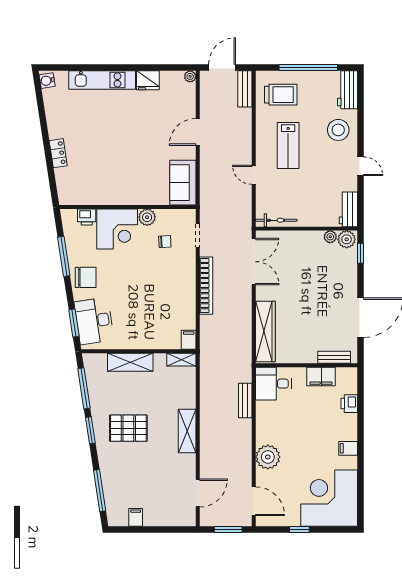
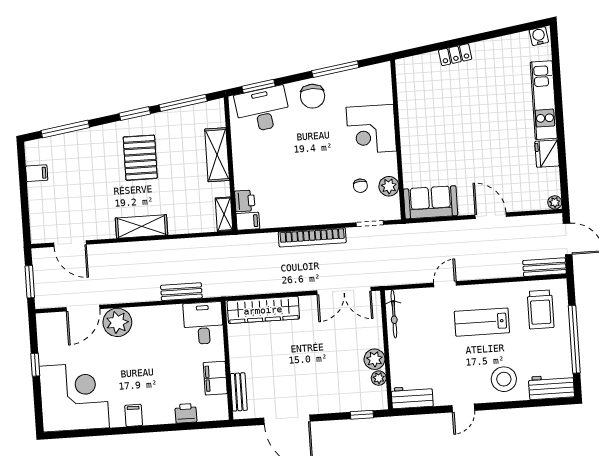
printer: (87, 217) -> (245, 201), moved, turned 180
plant: (147, 217) -> (389, 186), moved
plant: (347, 239) -> (374, 359), moved
door: (254, 501) -> (83, 308), moved

